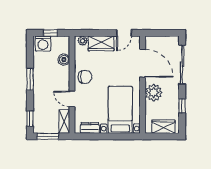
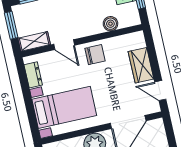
plant: (83, 41) -> (139, 42), removed
chair: (85, 77) -> (95, 55), turned -90
door: (72, 99) -> (64, 45), swing flipped

